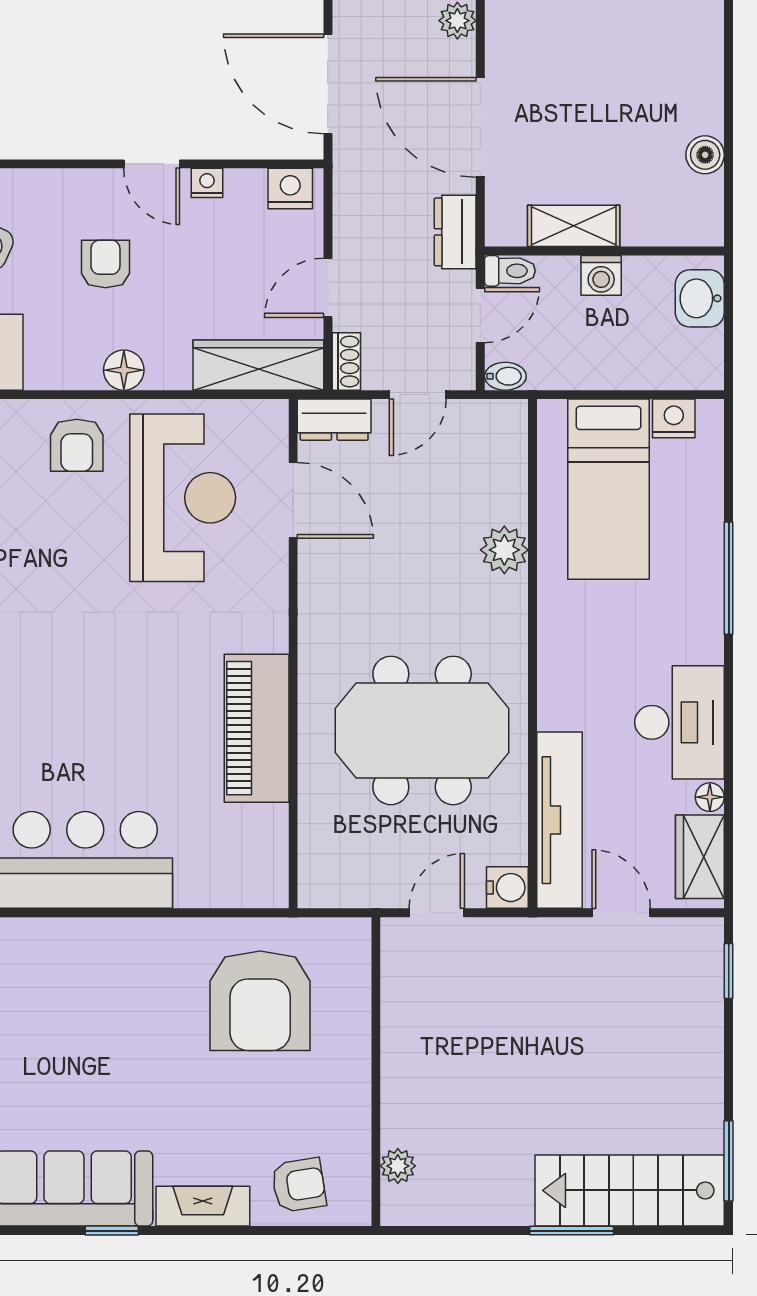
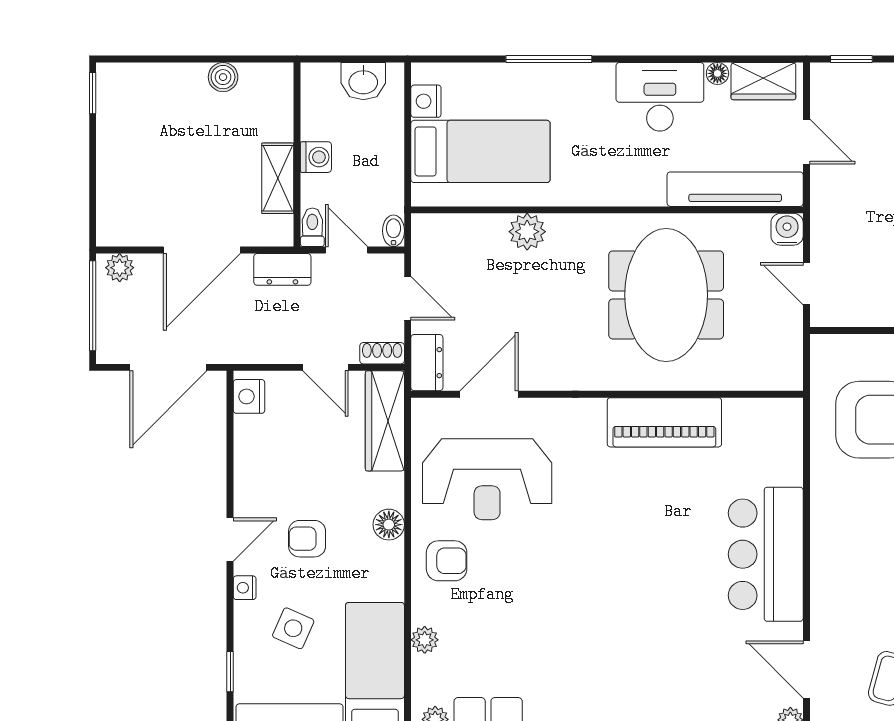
door: (152, 164) -> (230, 539), moved
nightstand: (207, 183) -> (245, 588), moved
washbasin: (700, 298) -> (363, 81), moved
reception desk: (183, 498) -> (487, 479), turned 180
door: (621, 913) -> (806, 142), swing flipped

